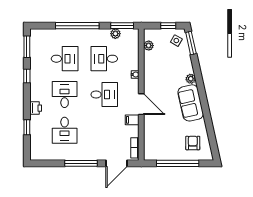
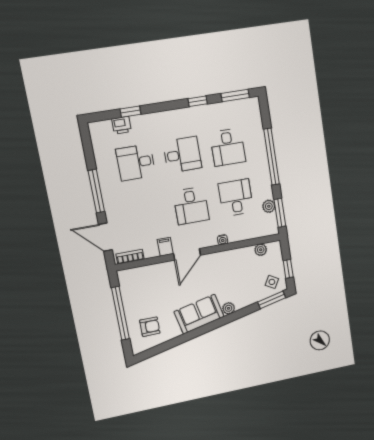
printer: (36, 108) -> (122, 125), moved

